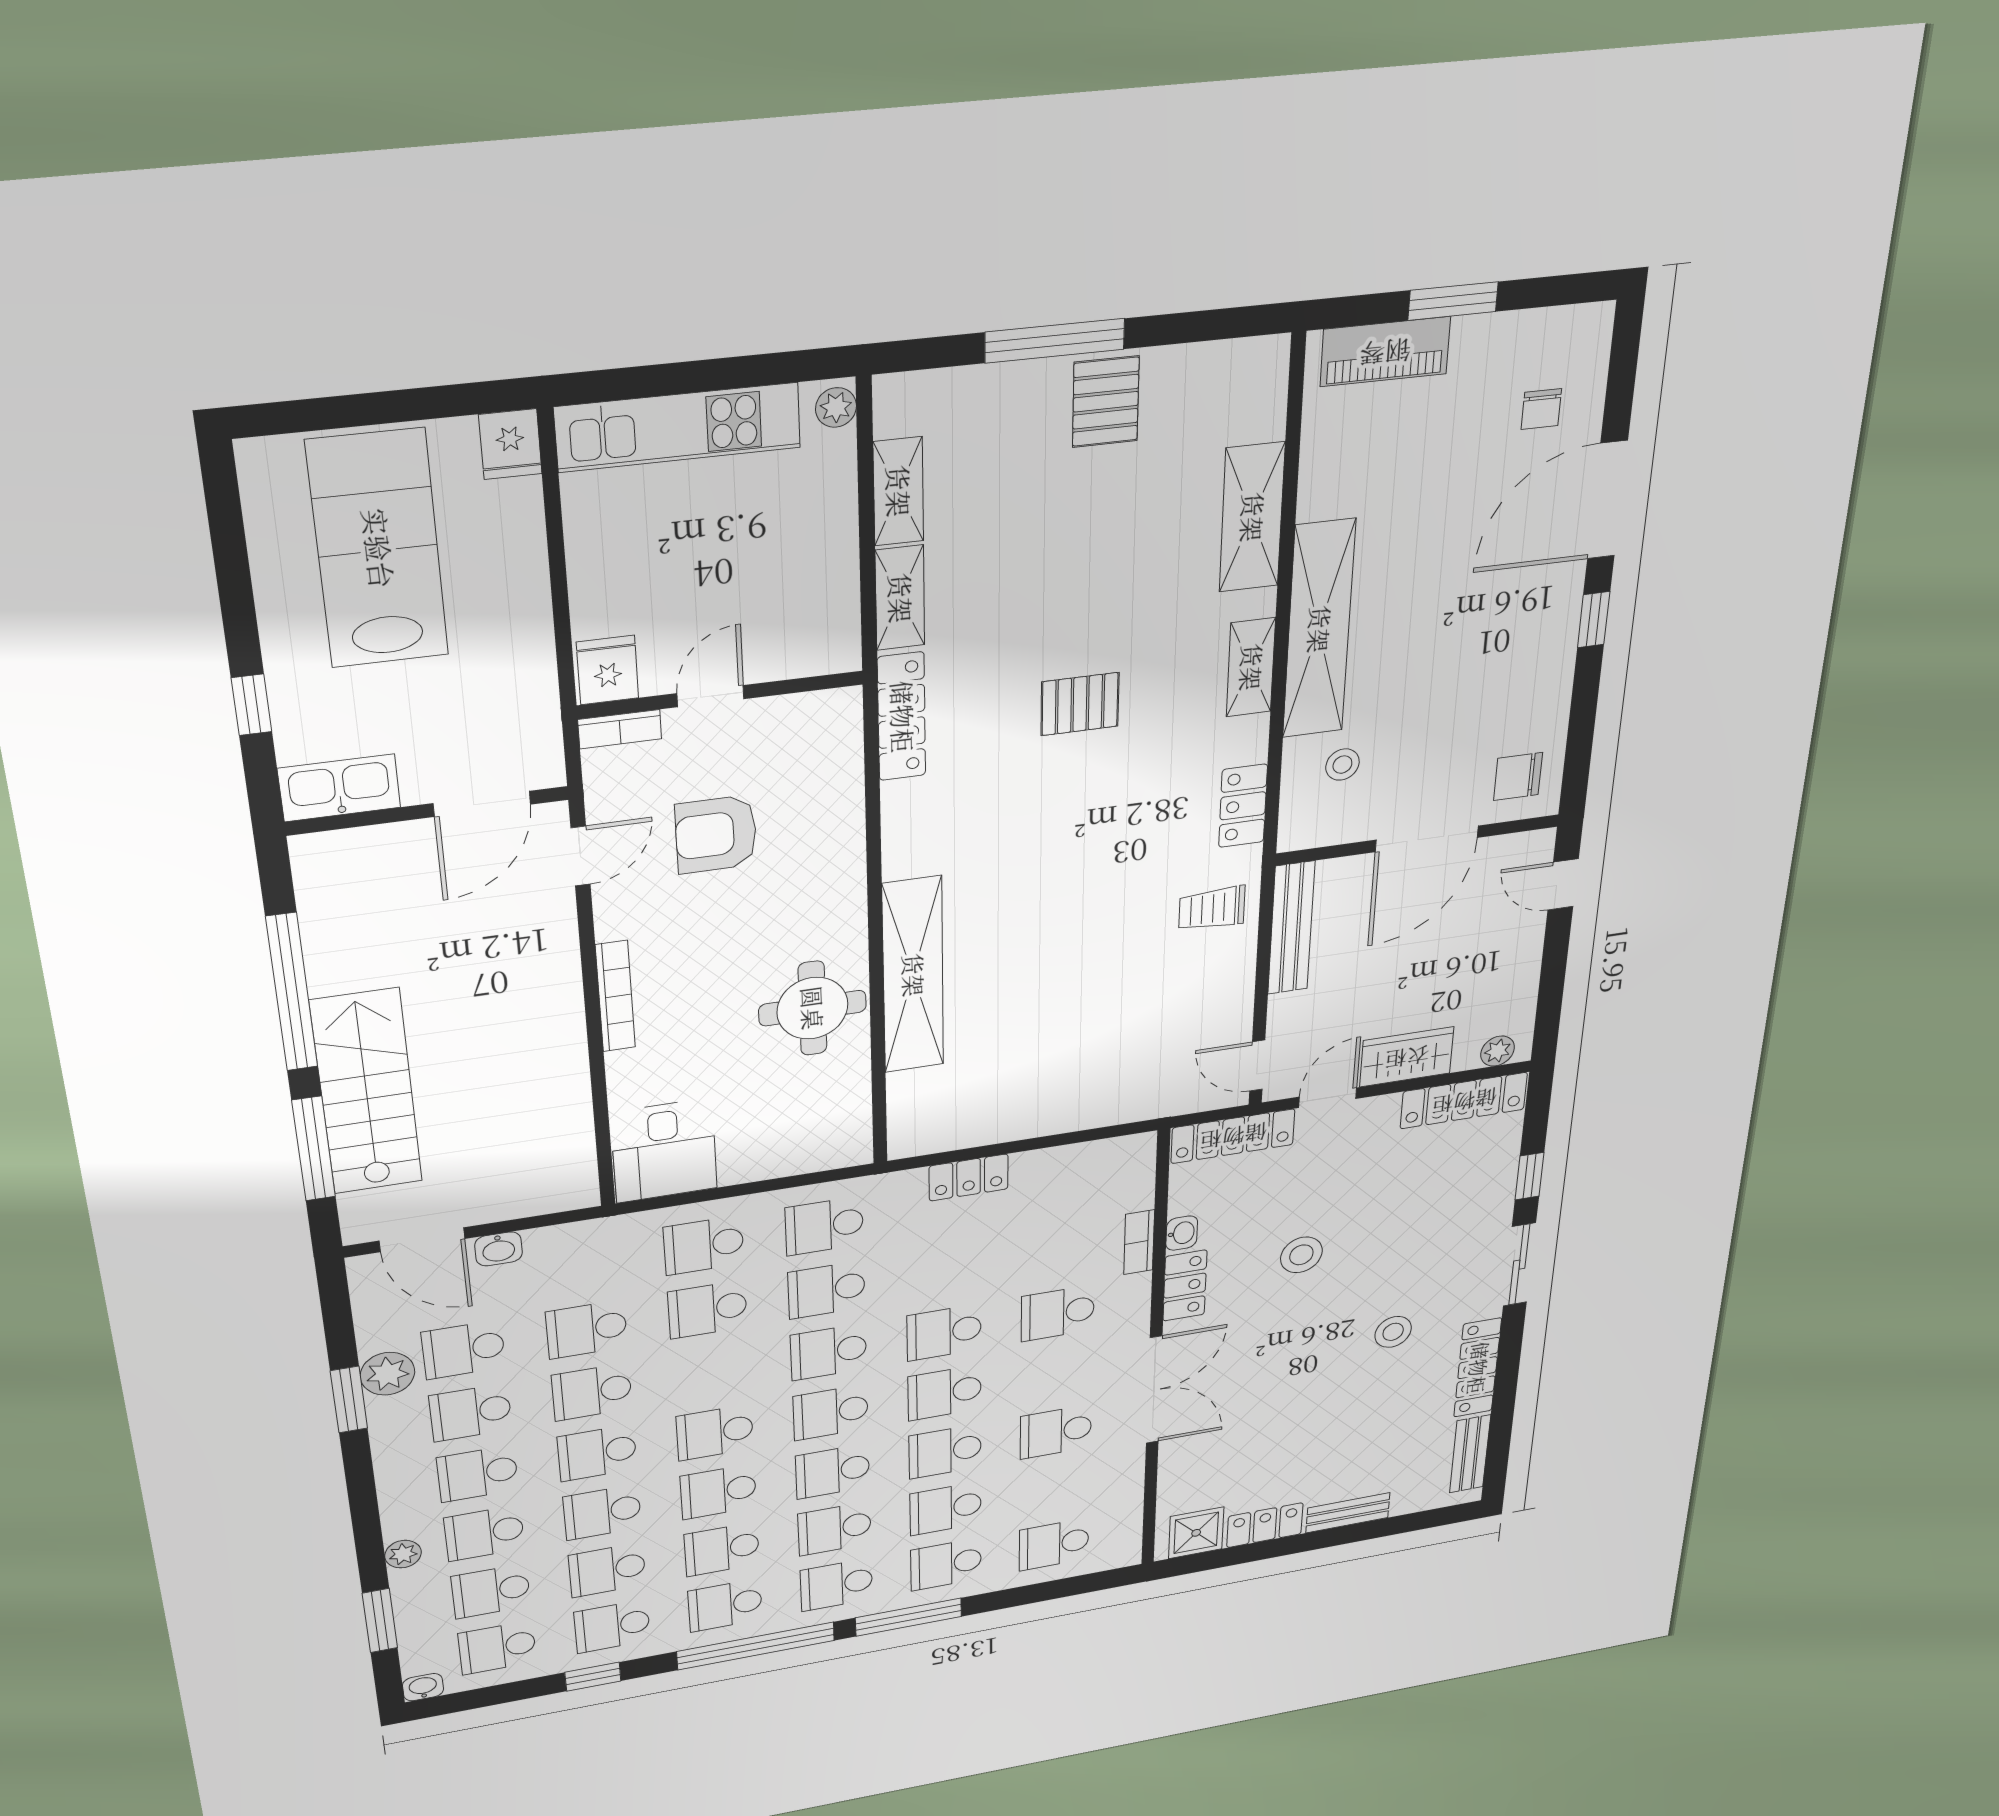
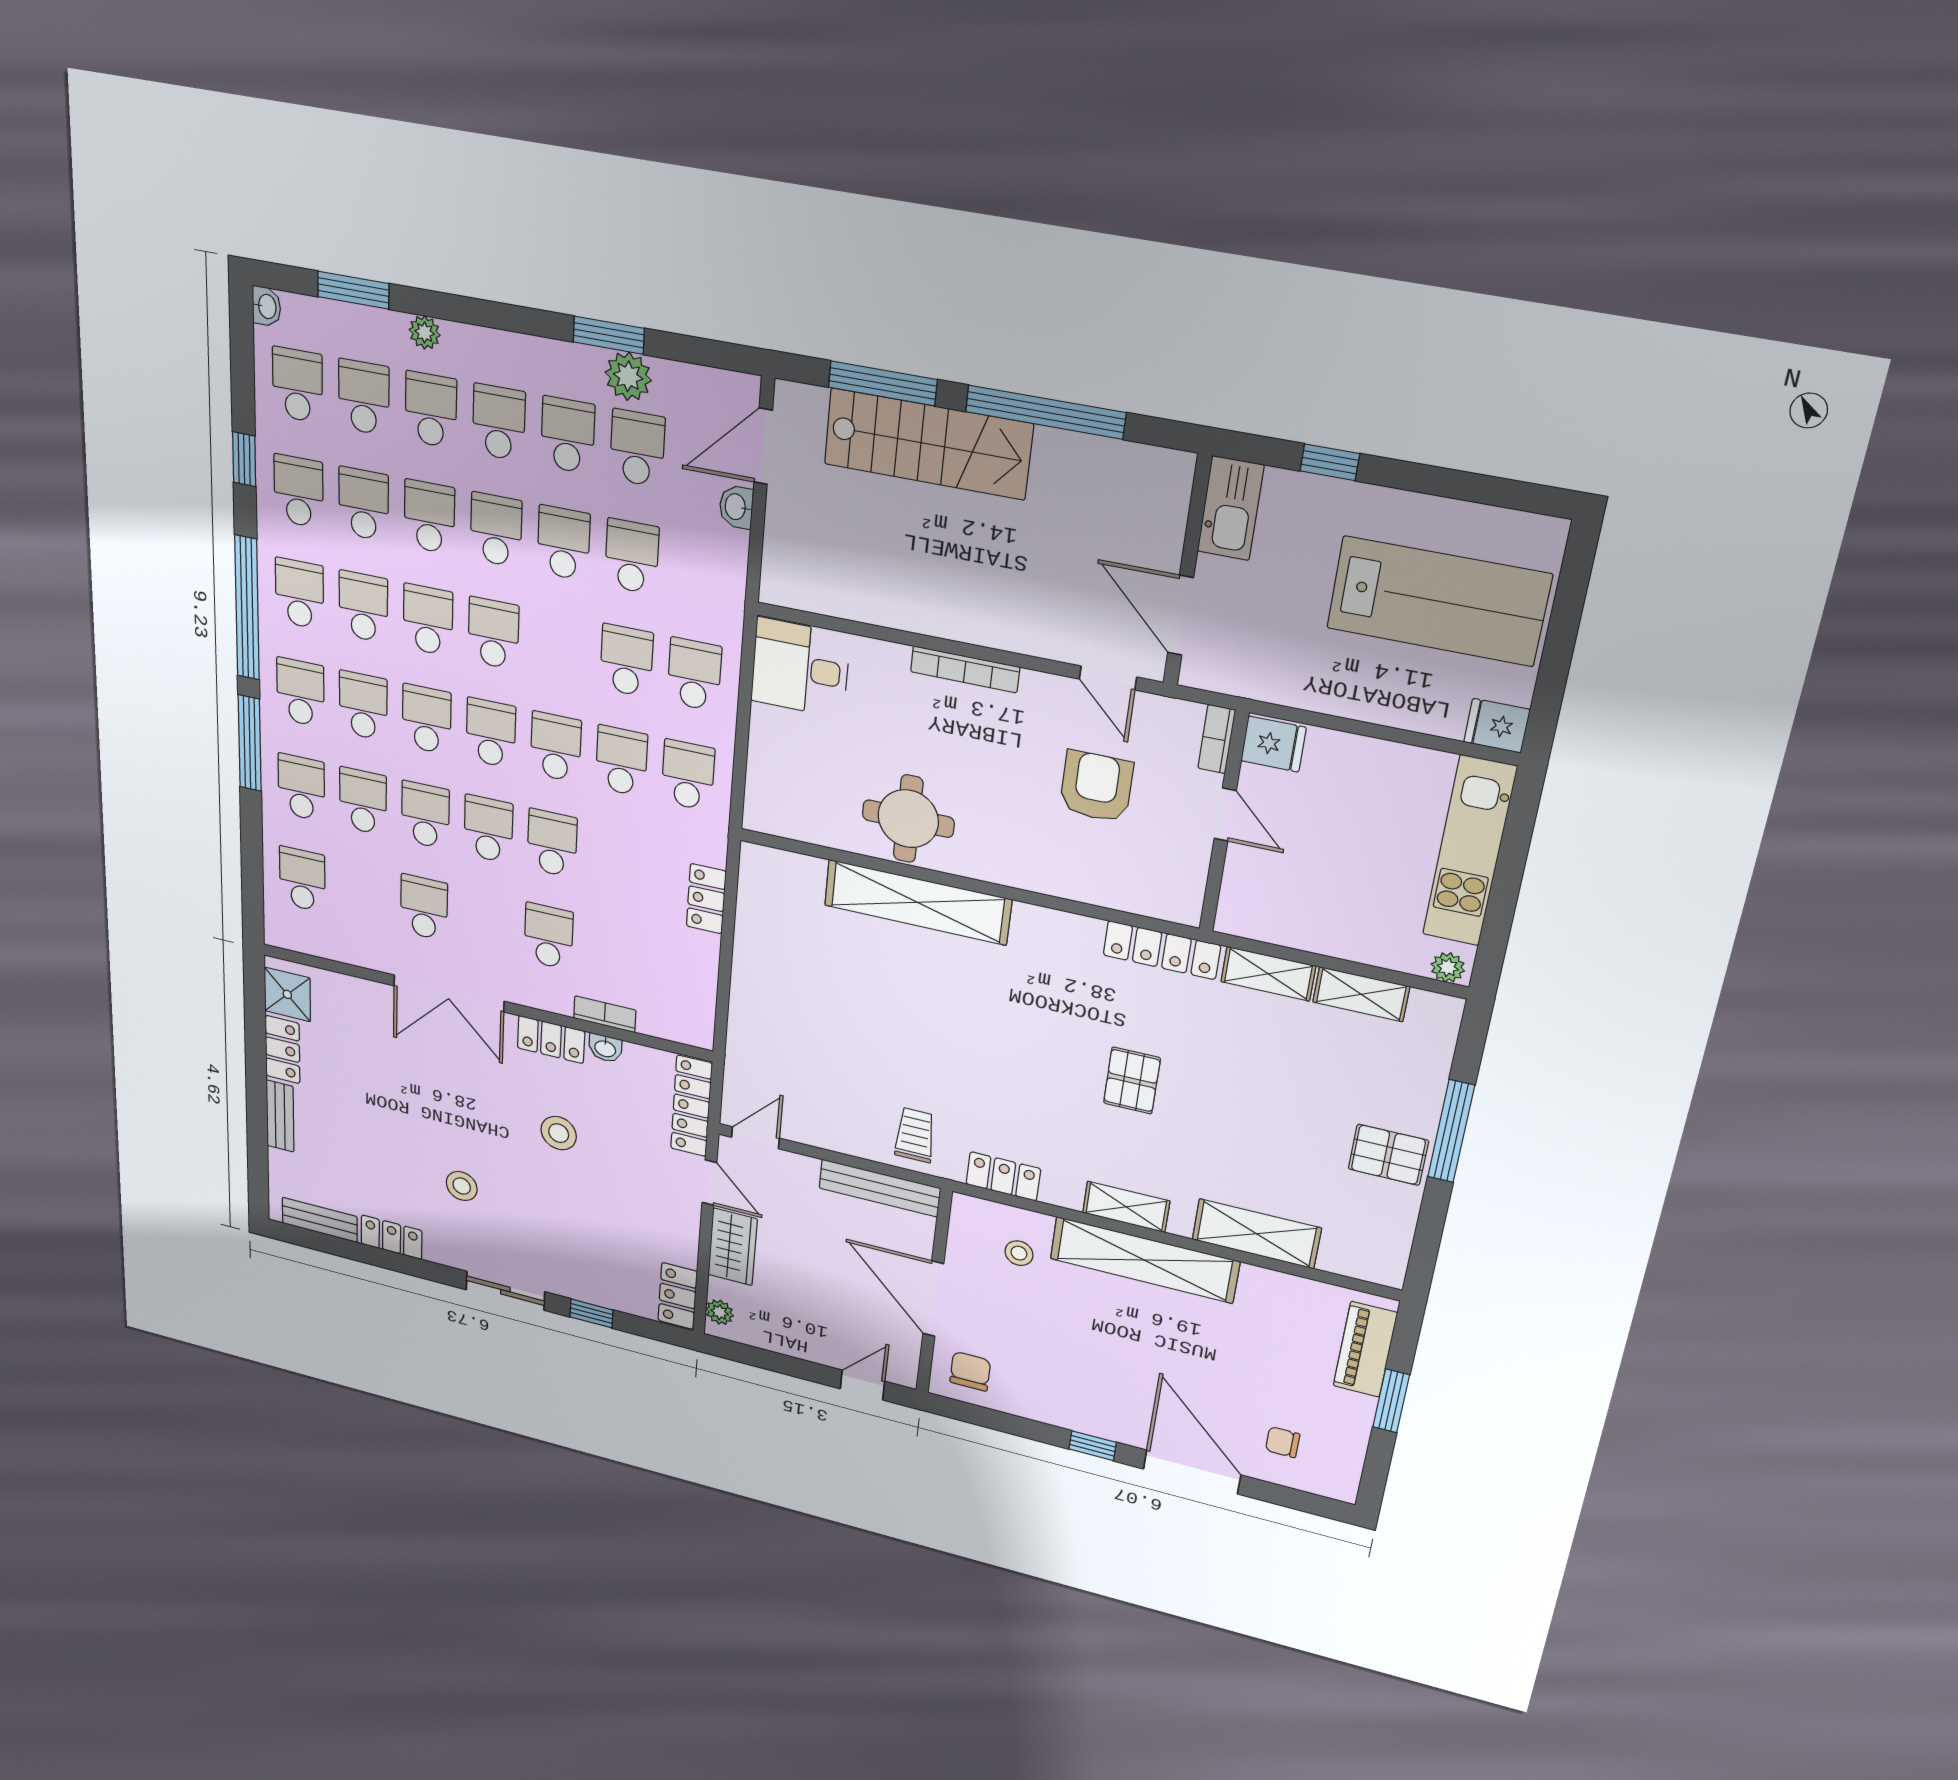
locker: (1464, 1101) -> (678, 1296), width x0.66
locker: (1478, 1368) -> (392, 1237), width x0.66

